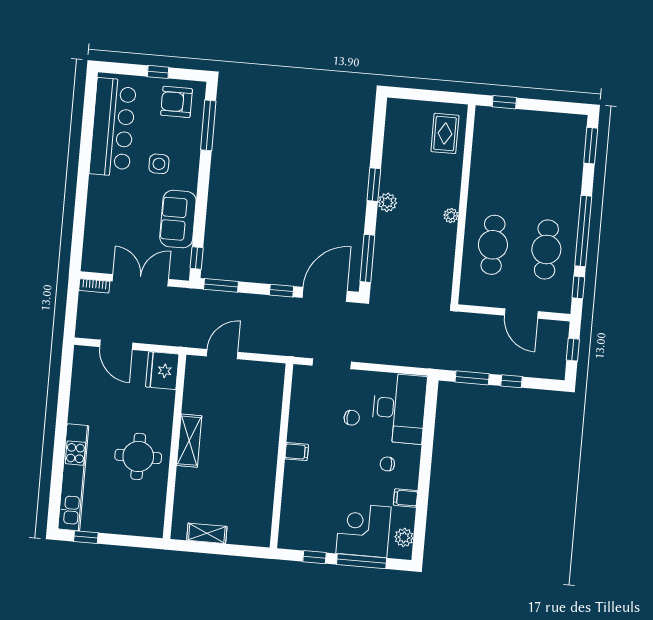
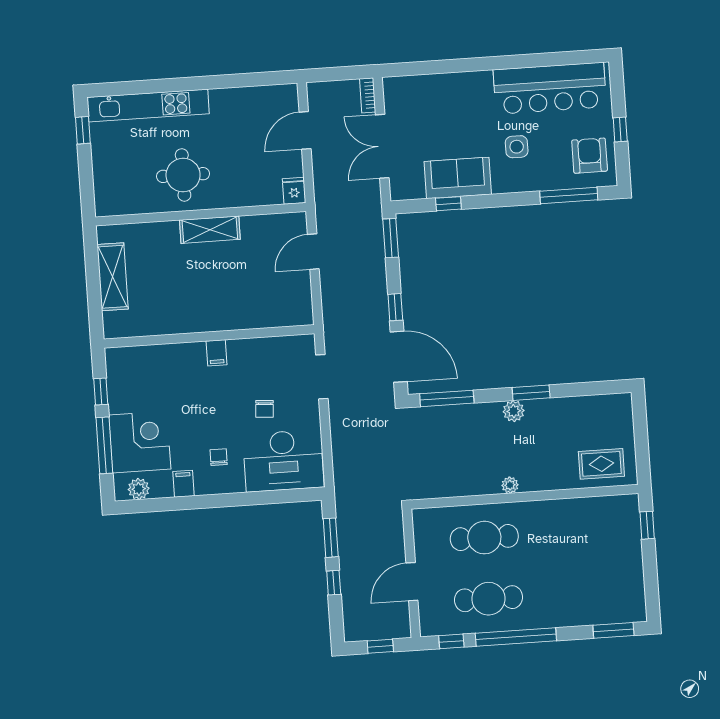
window: (197, 258) -> (448, 204), moved
double door: (140, 280) -> (382, 146), swing flipped
door: (222, 354) -> (313, 252), swing flipped
fridge: (162, 371) -> (294, 191), width x0.53, depth x0.75
shelving: (207, 533) -> (113, 277), width x1.50, depth x1.33

